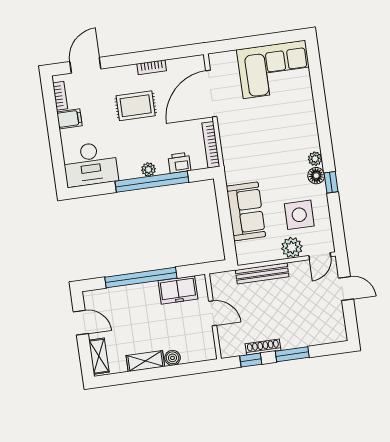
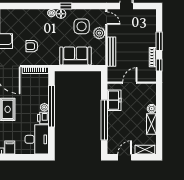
armchair: (252, 133) -> (32, 46), added
printer: (179, 163) -> (43, 118), moved

